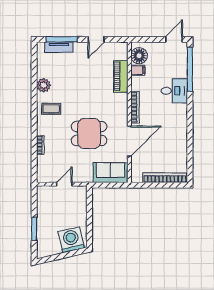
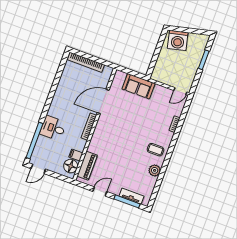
piano: (121, 76) -> (87, 166), moved
dining table: (89, 134) -> (133, 119), removed
sofa: (111, 173) -> (138, 86), moved
door: (64, 184) -> (180, 91), moved

